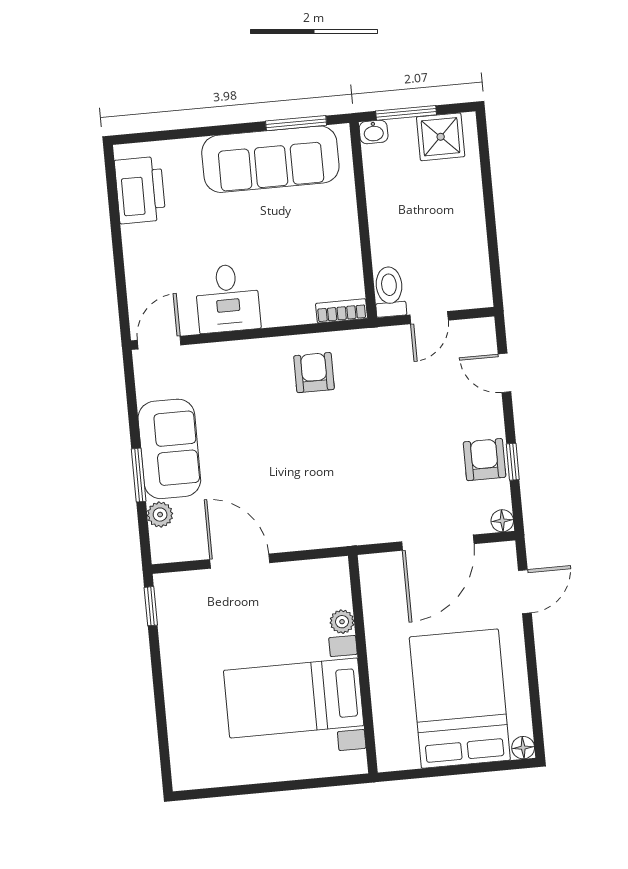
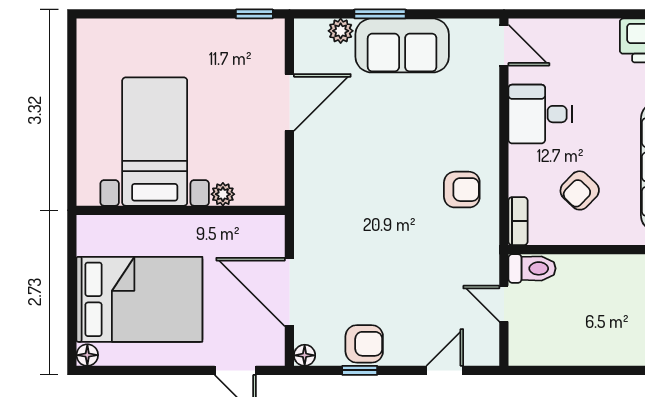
armchair: (304, 249) -> (580, 190), added

